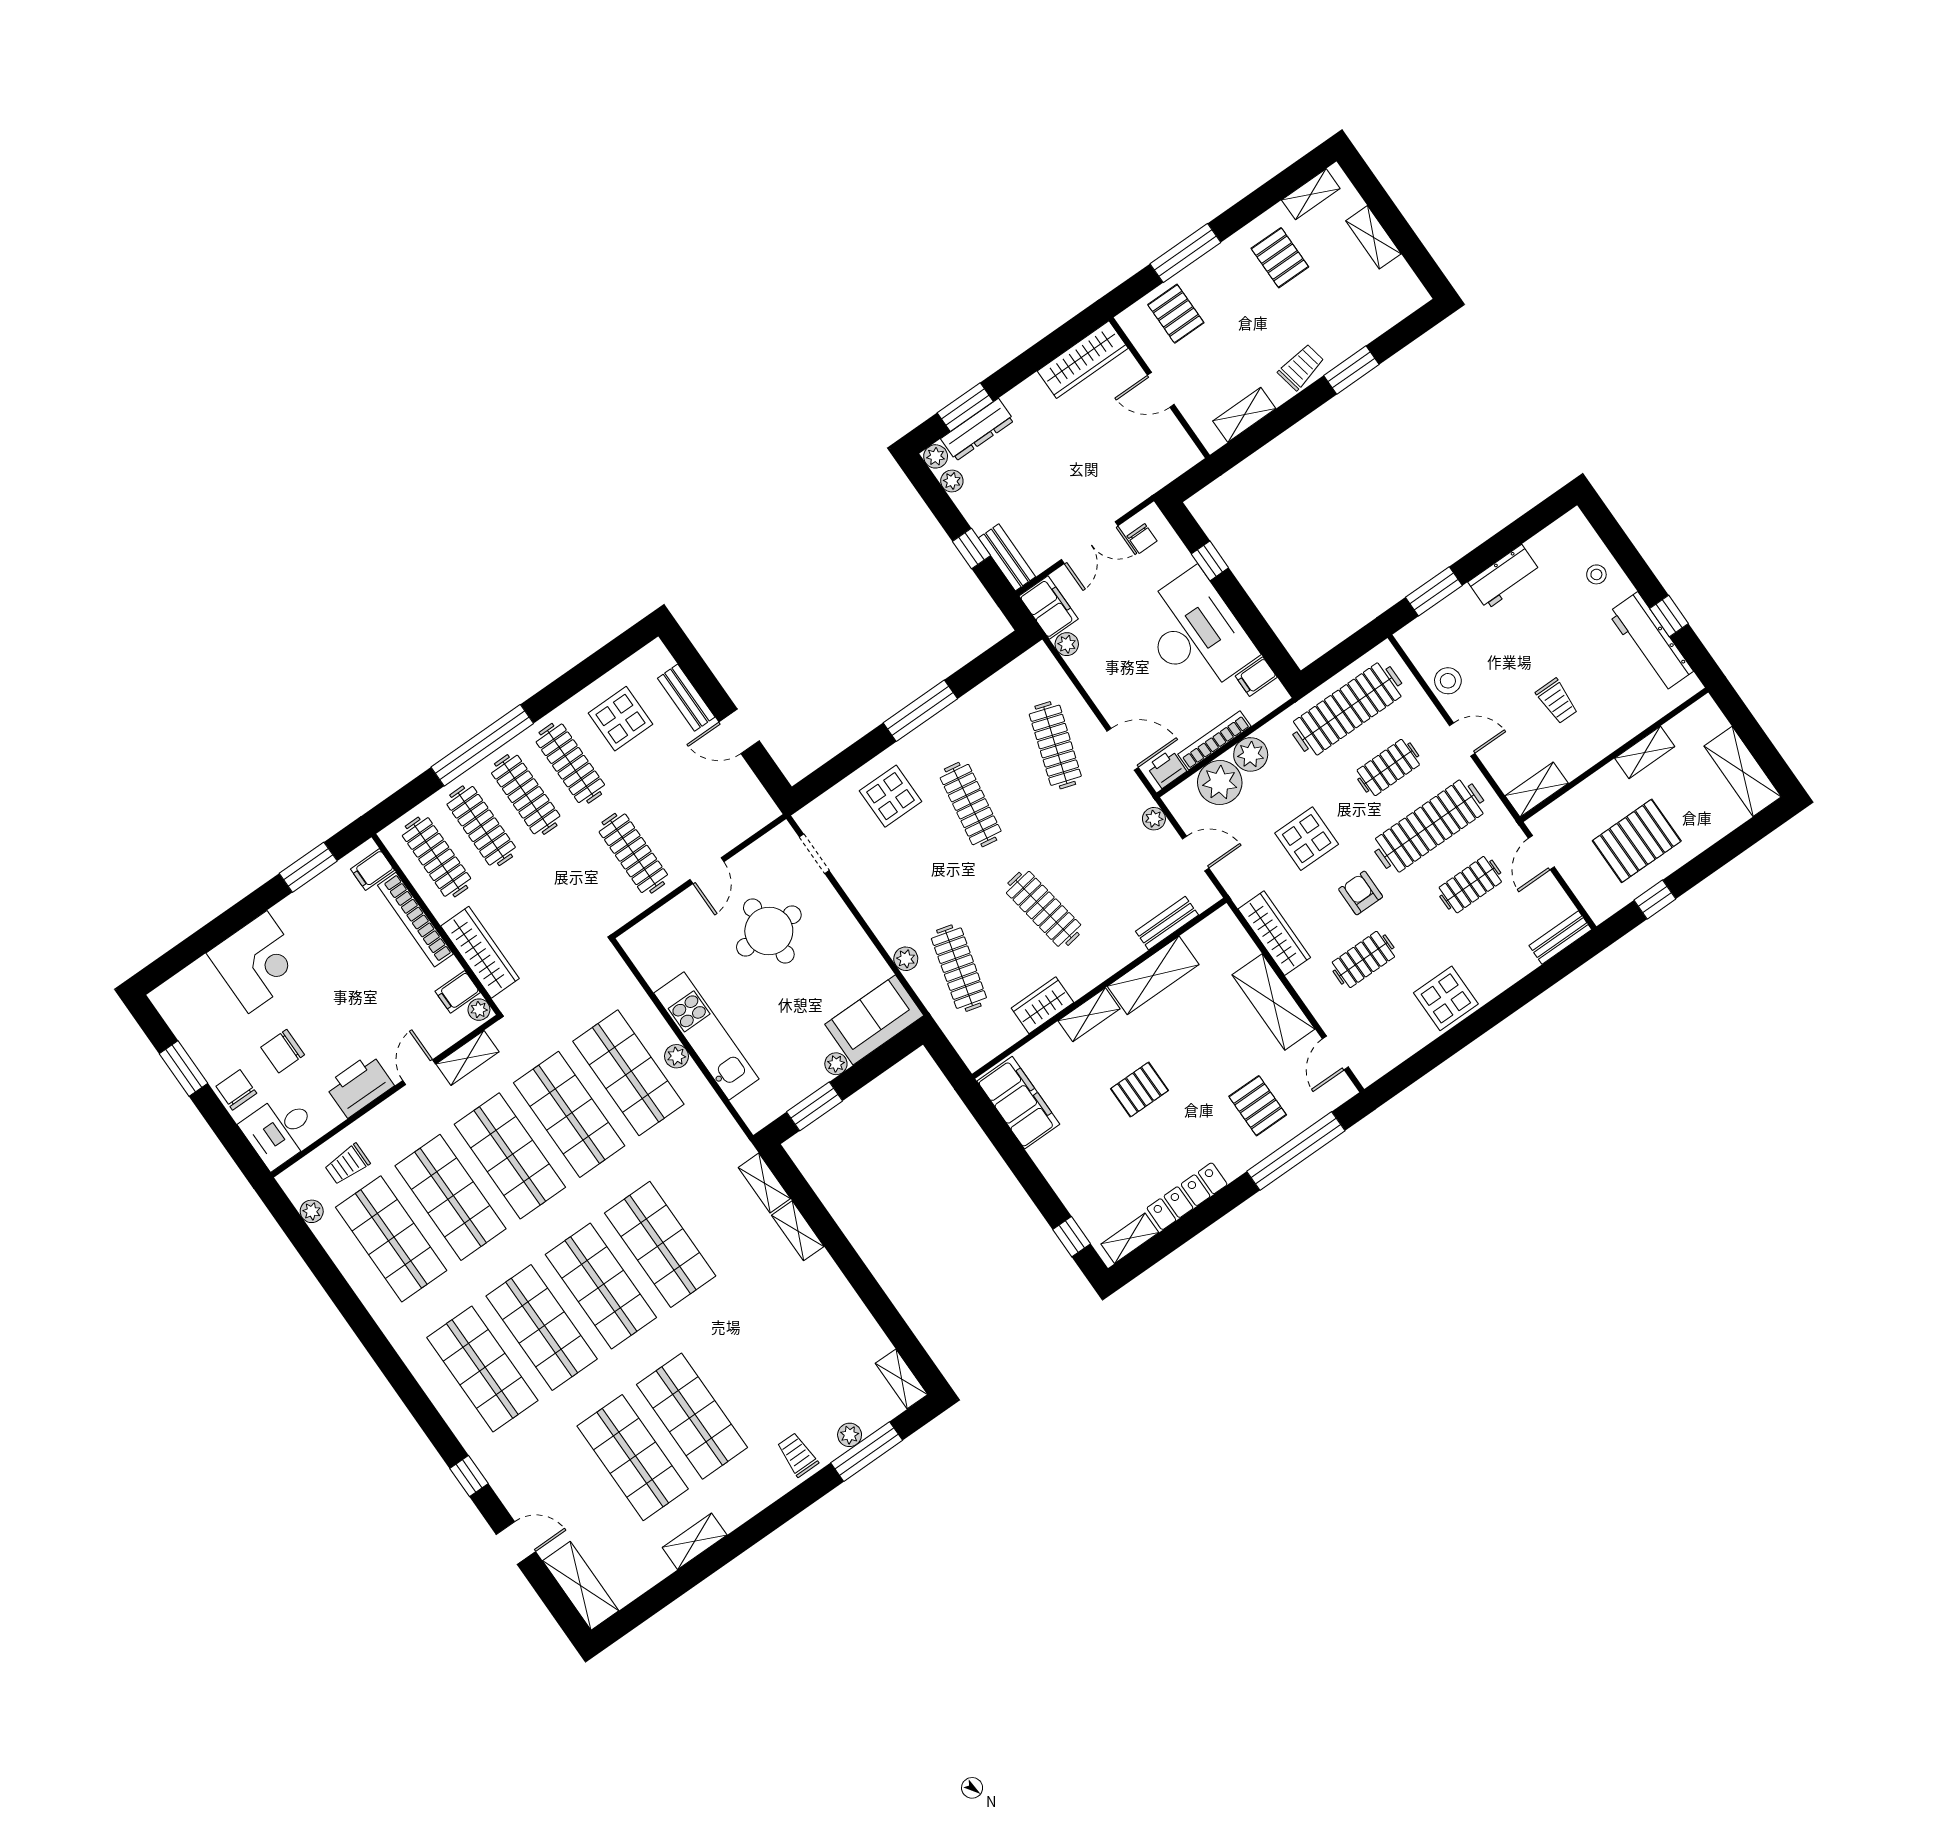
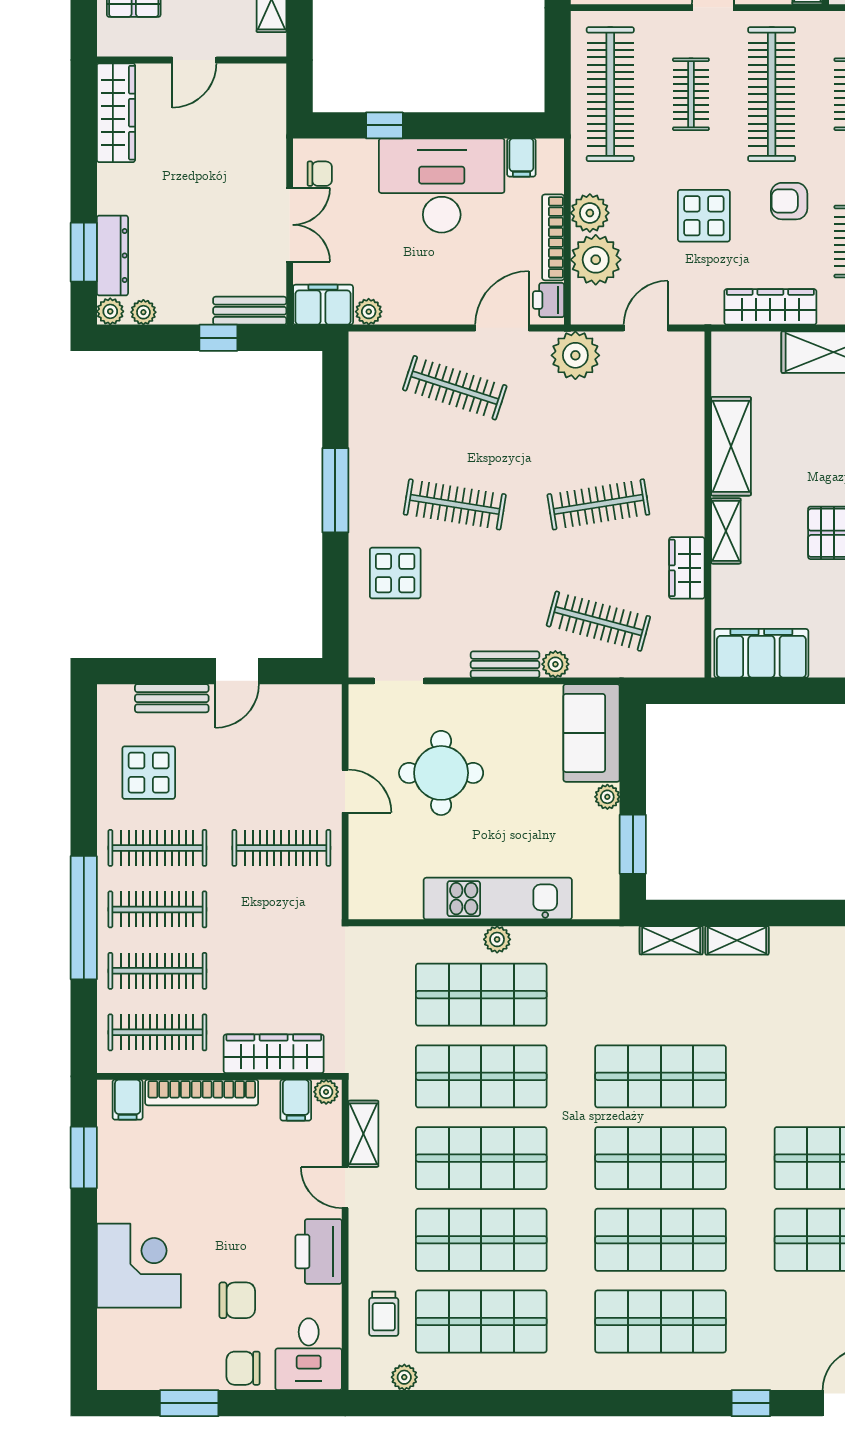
plant: (1154, 819) -> (575, 355), width x1.88, depth x1.88
bench: (1167, 923) -> (505, 665), moved, turned 90
chair: (283, 1051) -> (237, 1300), turned -90

